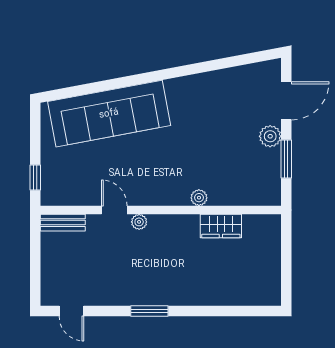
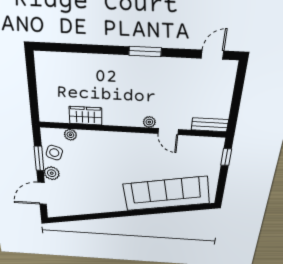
side table: (264, 169) -> (54, 153), added
plant: (199, 198) -> (70, 135), moved
door: (71, 311) -> (212, 55), hinge flipped

